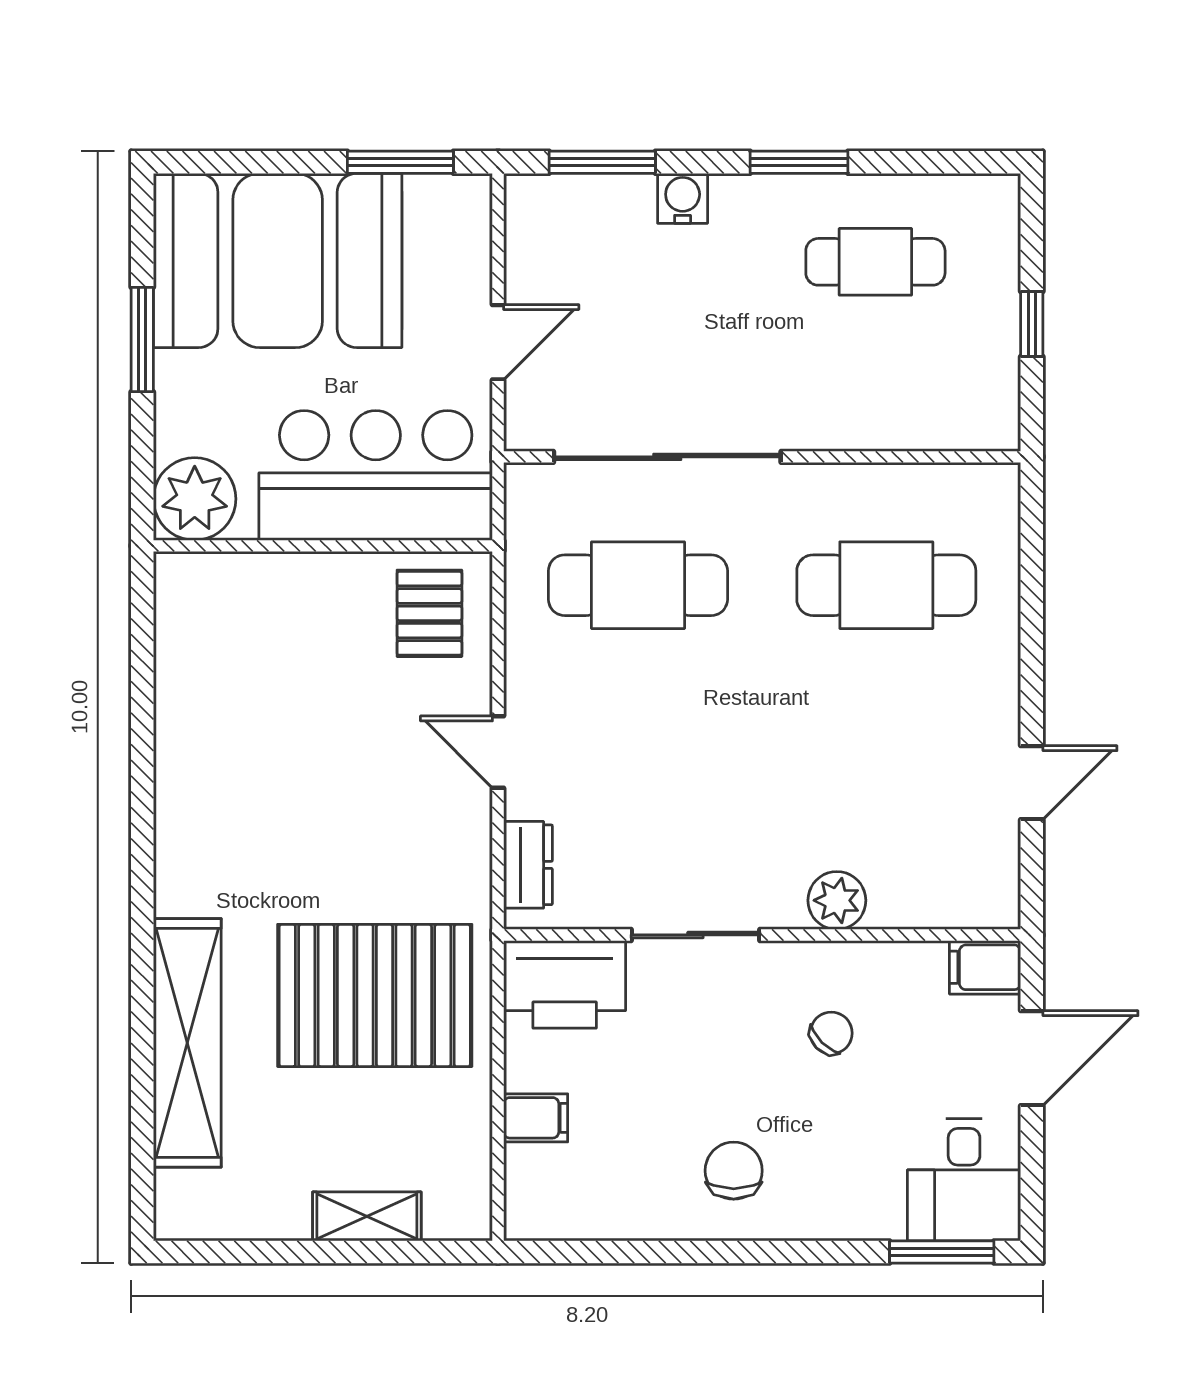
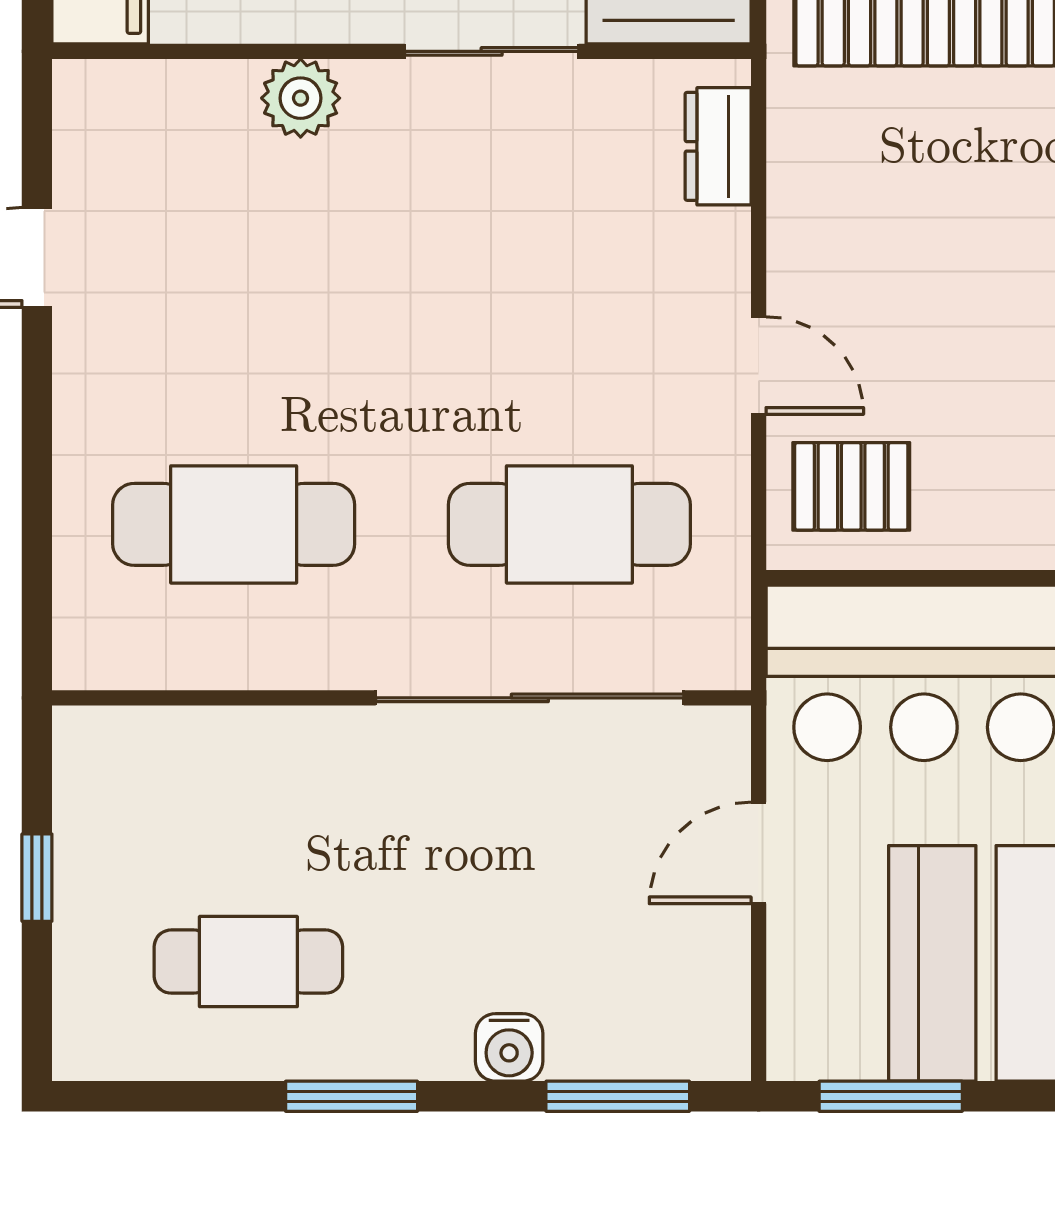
pallet: (429, 613) -> (851, 486), turned 90
door: (498, 752) -> (759, 366), moved

